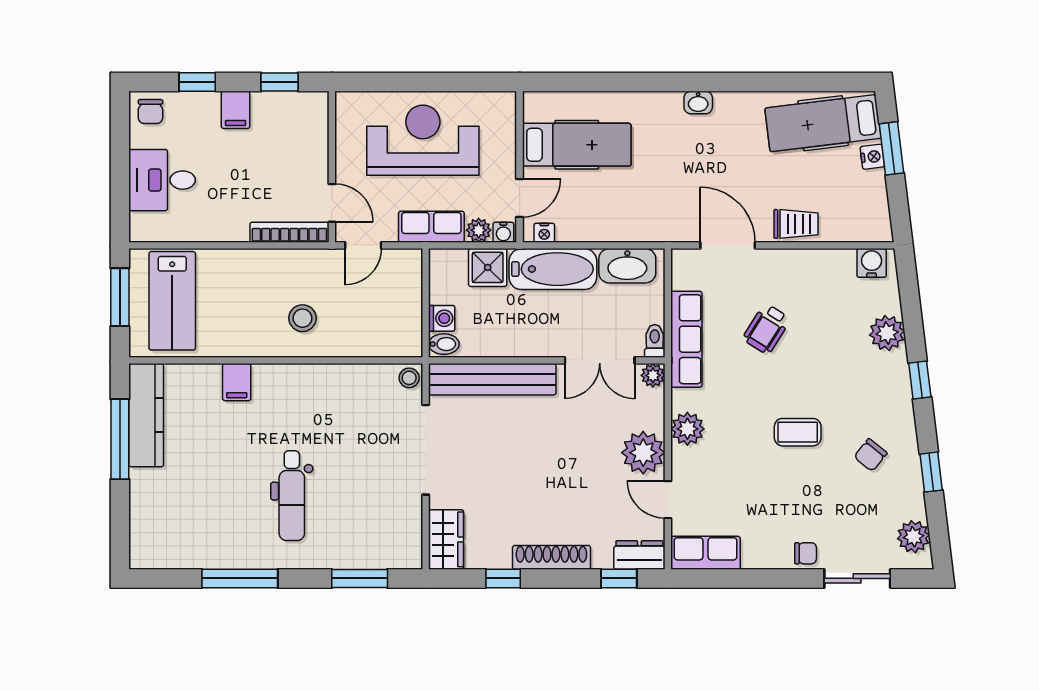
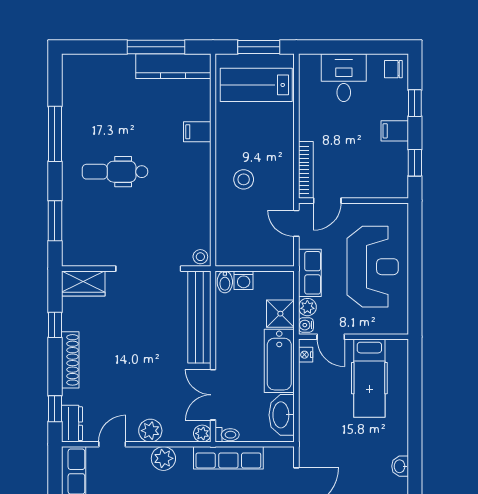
plant: (643, 453) -> (150, 431), width x0.73, depth x0.73

